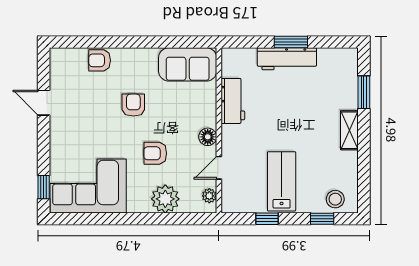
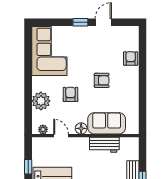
sofa: (188, 64) -> (107, 123), moved, turned 90
window: (44, 187) -> (80, 22), moved

